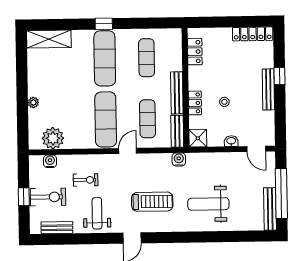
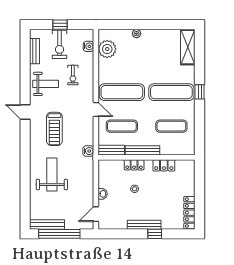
locker: (195, 52) -> (164, 165), moved
shower: (198, 138) -> (105, 167), removed

